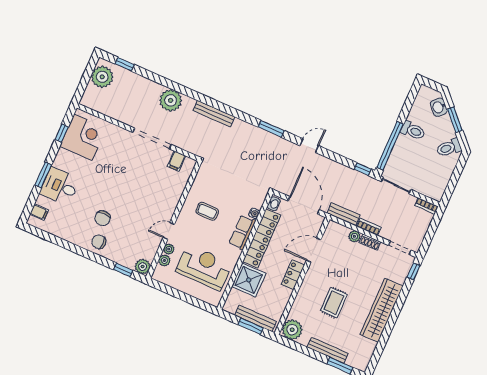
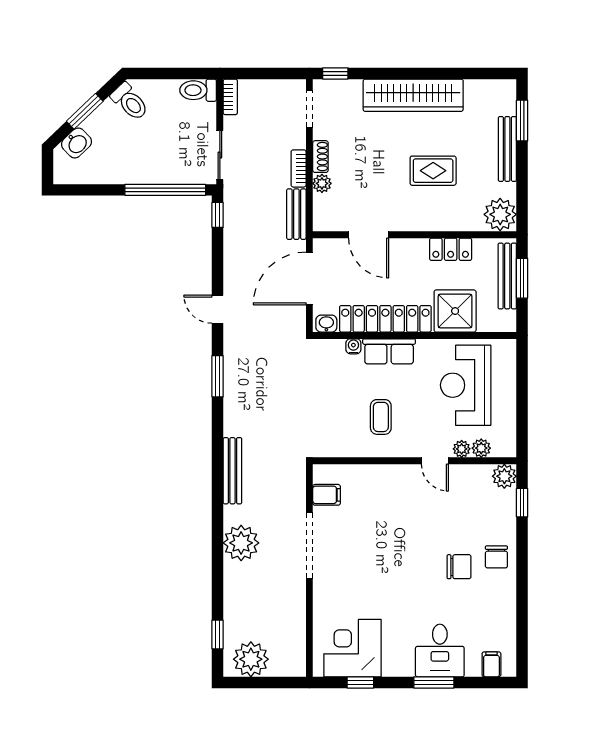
toilet: (413, 131) -> (198, 90), moved, turned -90
locker: (293, 275) -> (451, 249), moved

